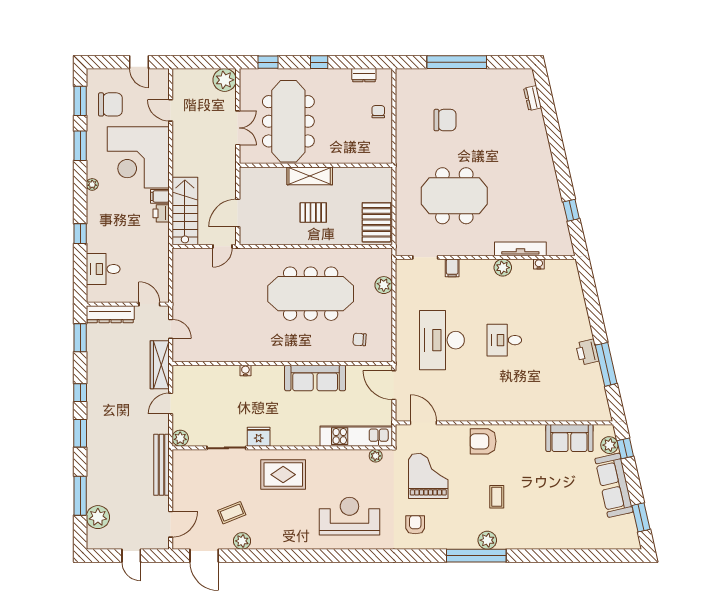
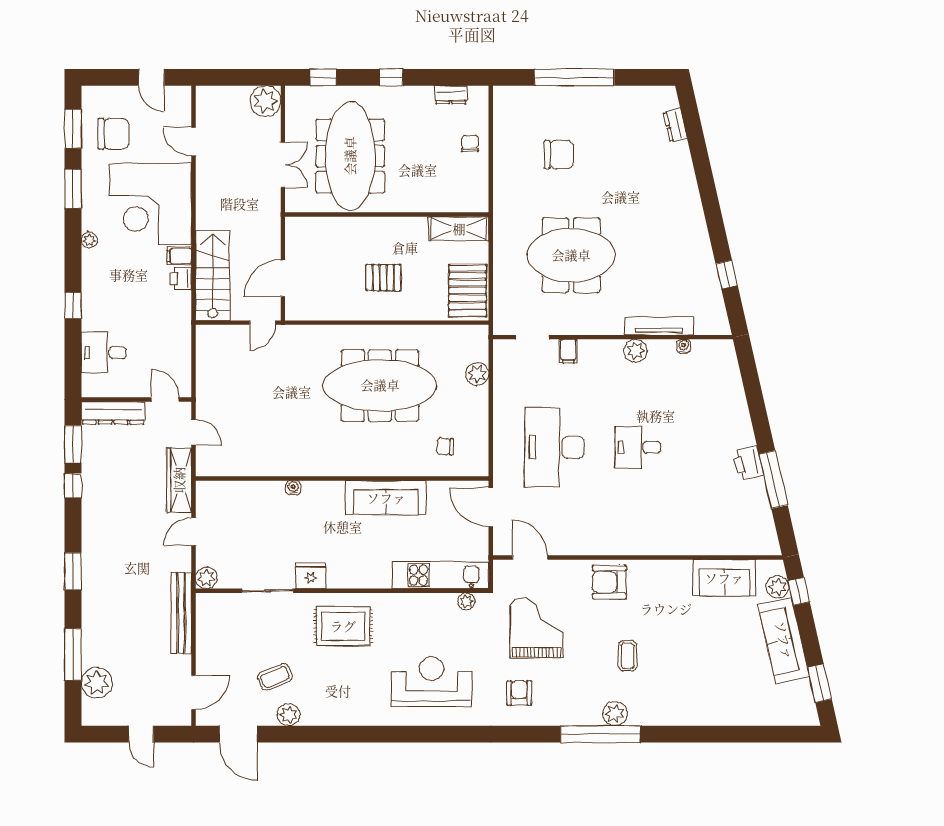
shelving: (310, 176) -> (459, 229), moved
window: (80, 393) -> (73, 486), moved

